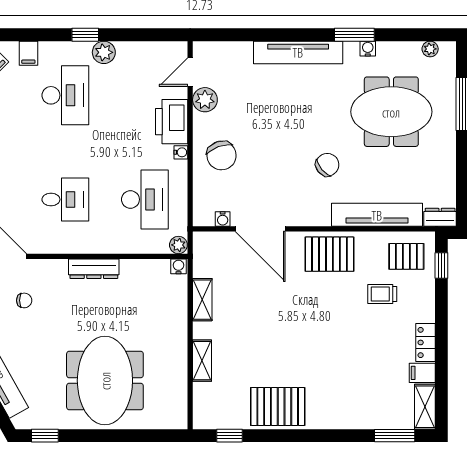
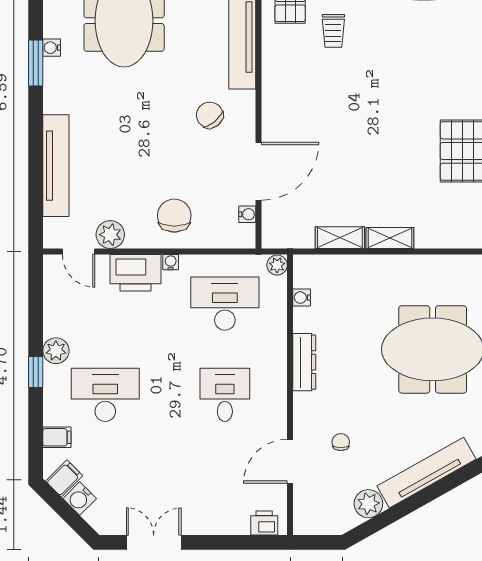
tv unit: (298, 52) -> (56, 166), moved
chair: (221, 155) -> (174, 216), turned -70
chair: (327, 165) -> (210, 115), moved
pallet: (329, 254) -> (288, 92), removed
water cooler: (178, 266) -> (302, 298), moved
shelving: (202, 361) -> (390, 238), moved

